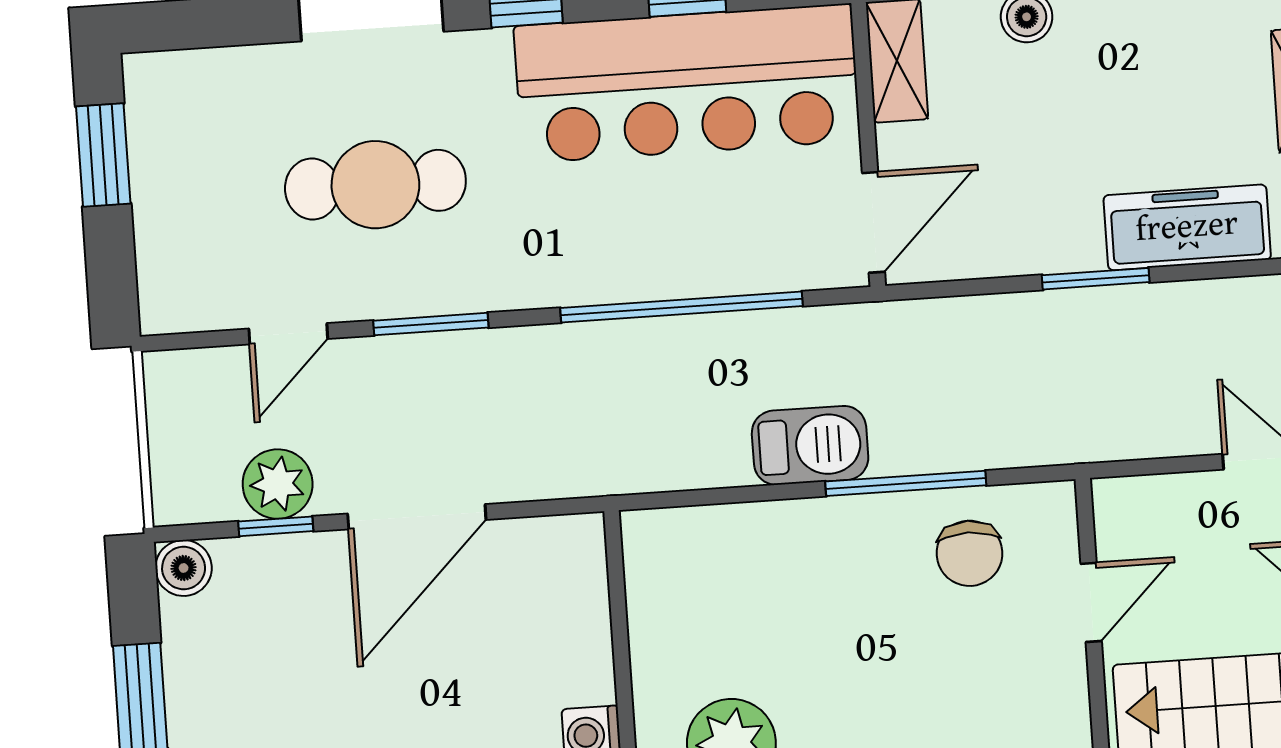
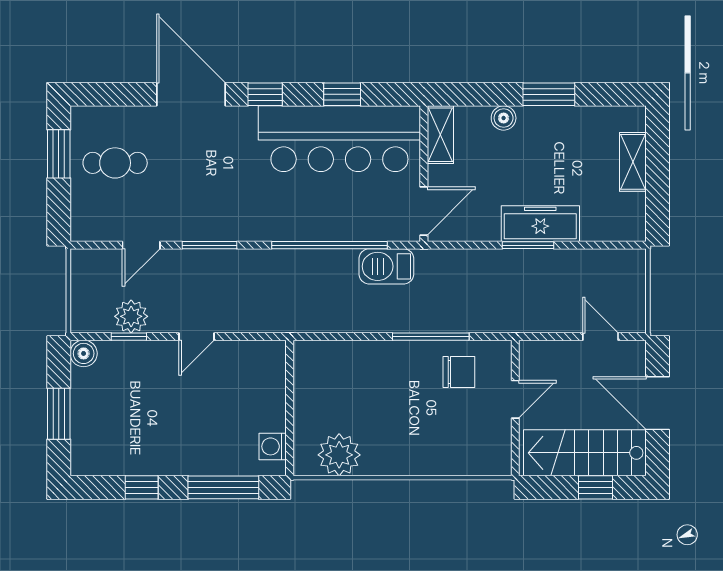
cafe table: (375, 185) -> (115, 163), moved, width x0.73, depth x0.74
freezer: (1187, 227) -> (540, 224), moved
barbecue: (810, 445) -> (386, 266), moved, turned 180
door: (417, 517) -> (197, 337), width x0.53
chair: (969, 553) -> (459, 372), turned -90

